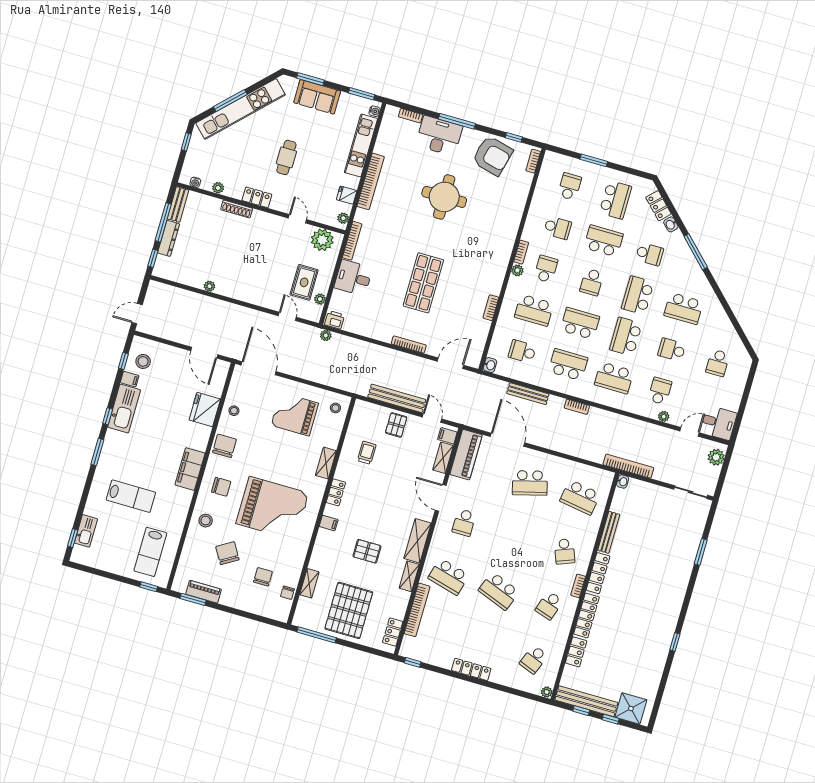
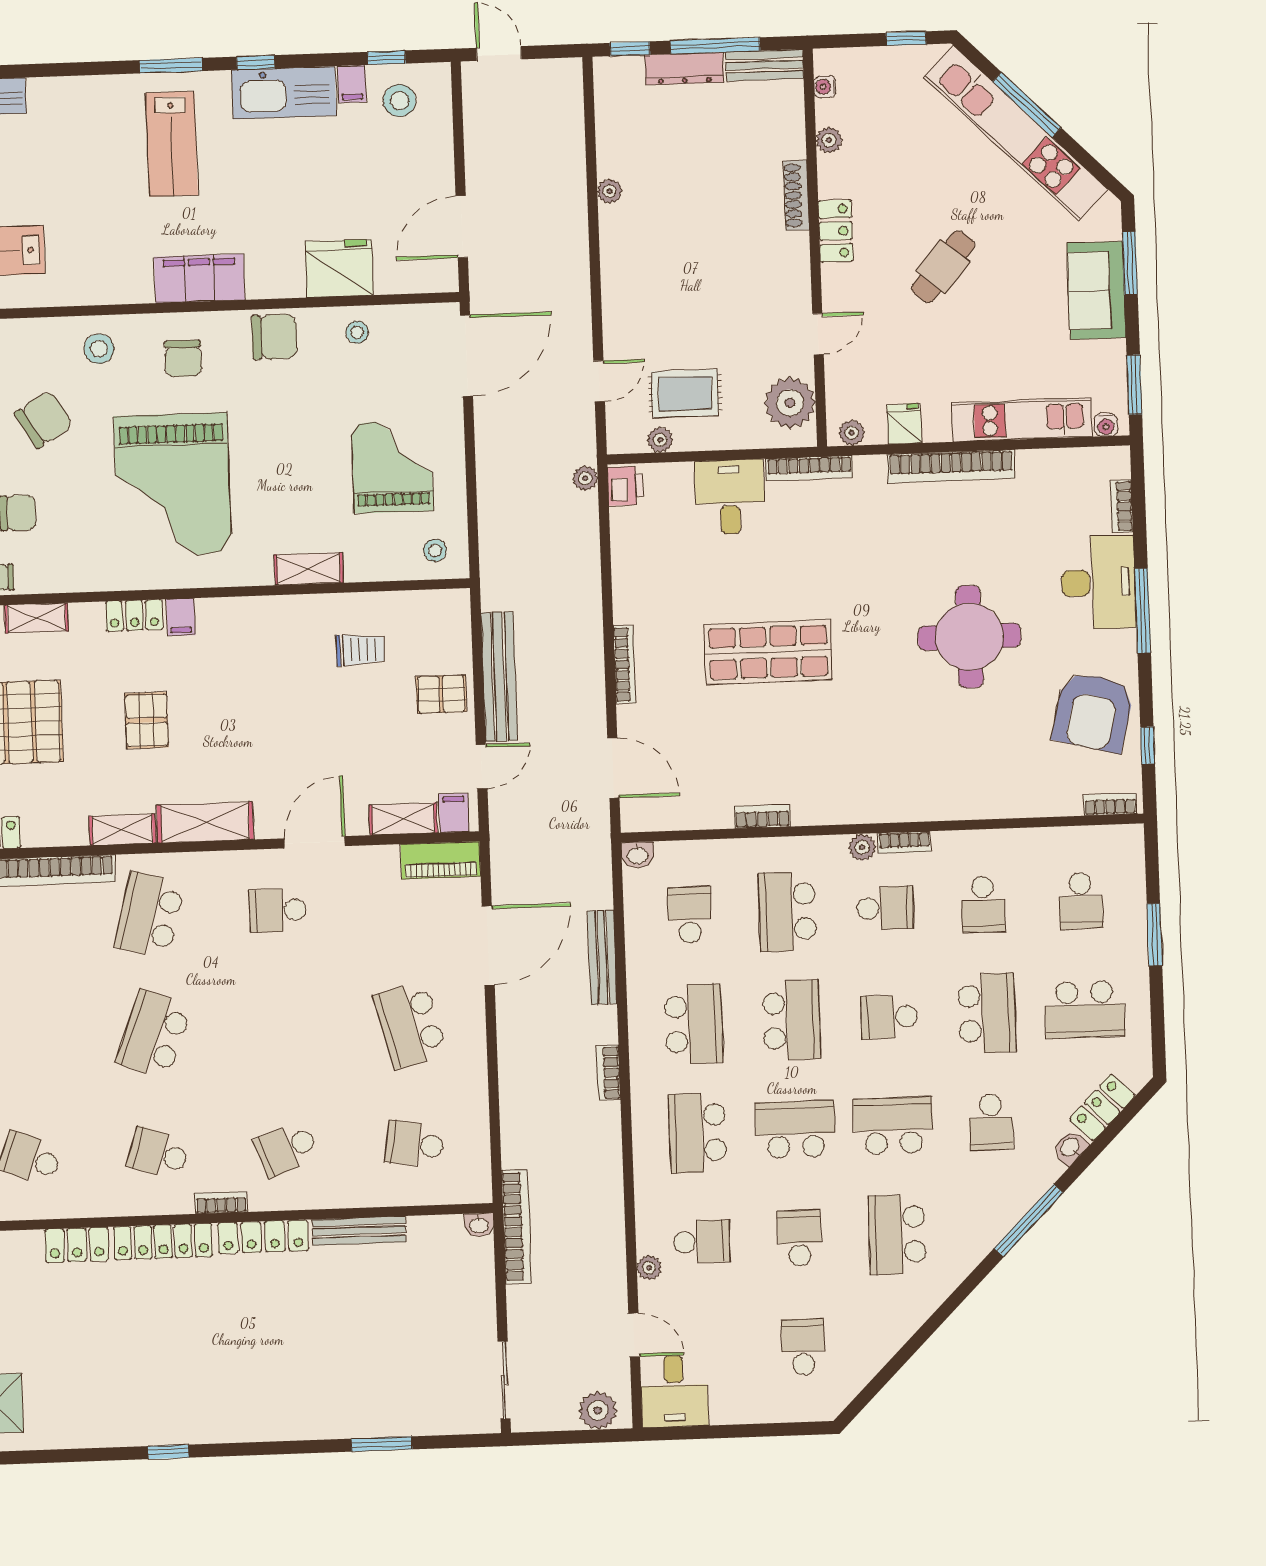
cafe table: (286, 157) -> (943, 267), turned -50
school desk: (569, 187) -> (1081, 901), turned 90
school desk: (718, 363) -> (803, 1347), turned 90
piano: (466, 455) -> (441, 860), width x0.73, depth x0.75
locker: (336, 492) -> (134, 615), moved
lab bench: (131, 496) -> (172, 144), moved
school desk: (580, 497) -> (415, 1144), width x0.54

